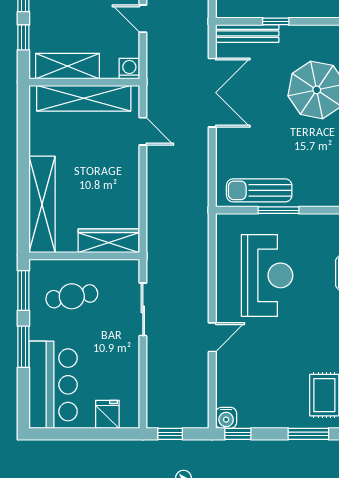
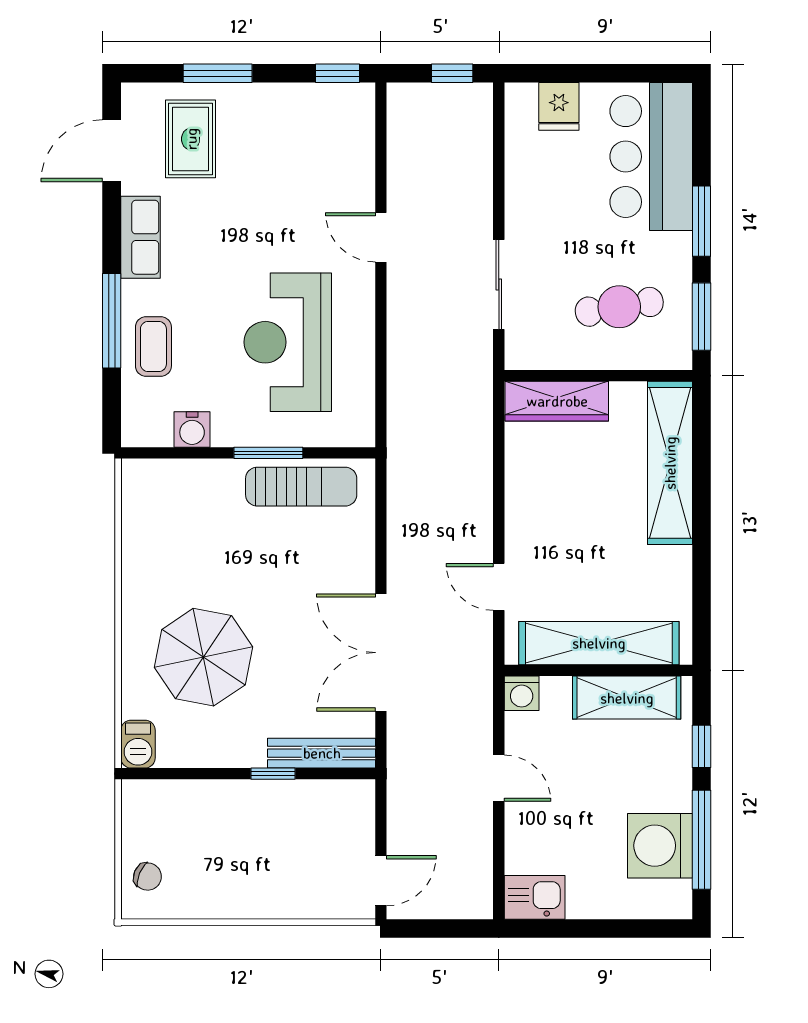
door: (212, 337) -> (381, 237), hinge flipped
water cooler: (226, 418) -> (192, 430), moved, turned 180

